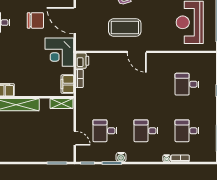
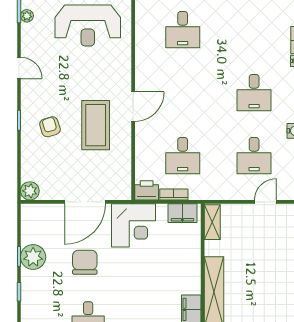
desk: (187, 131) -> (183, 156), moved

